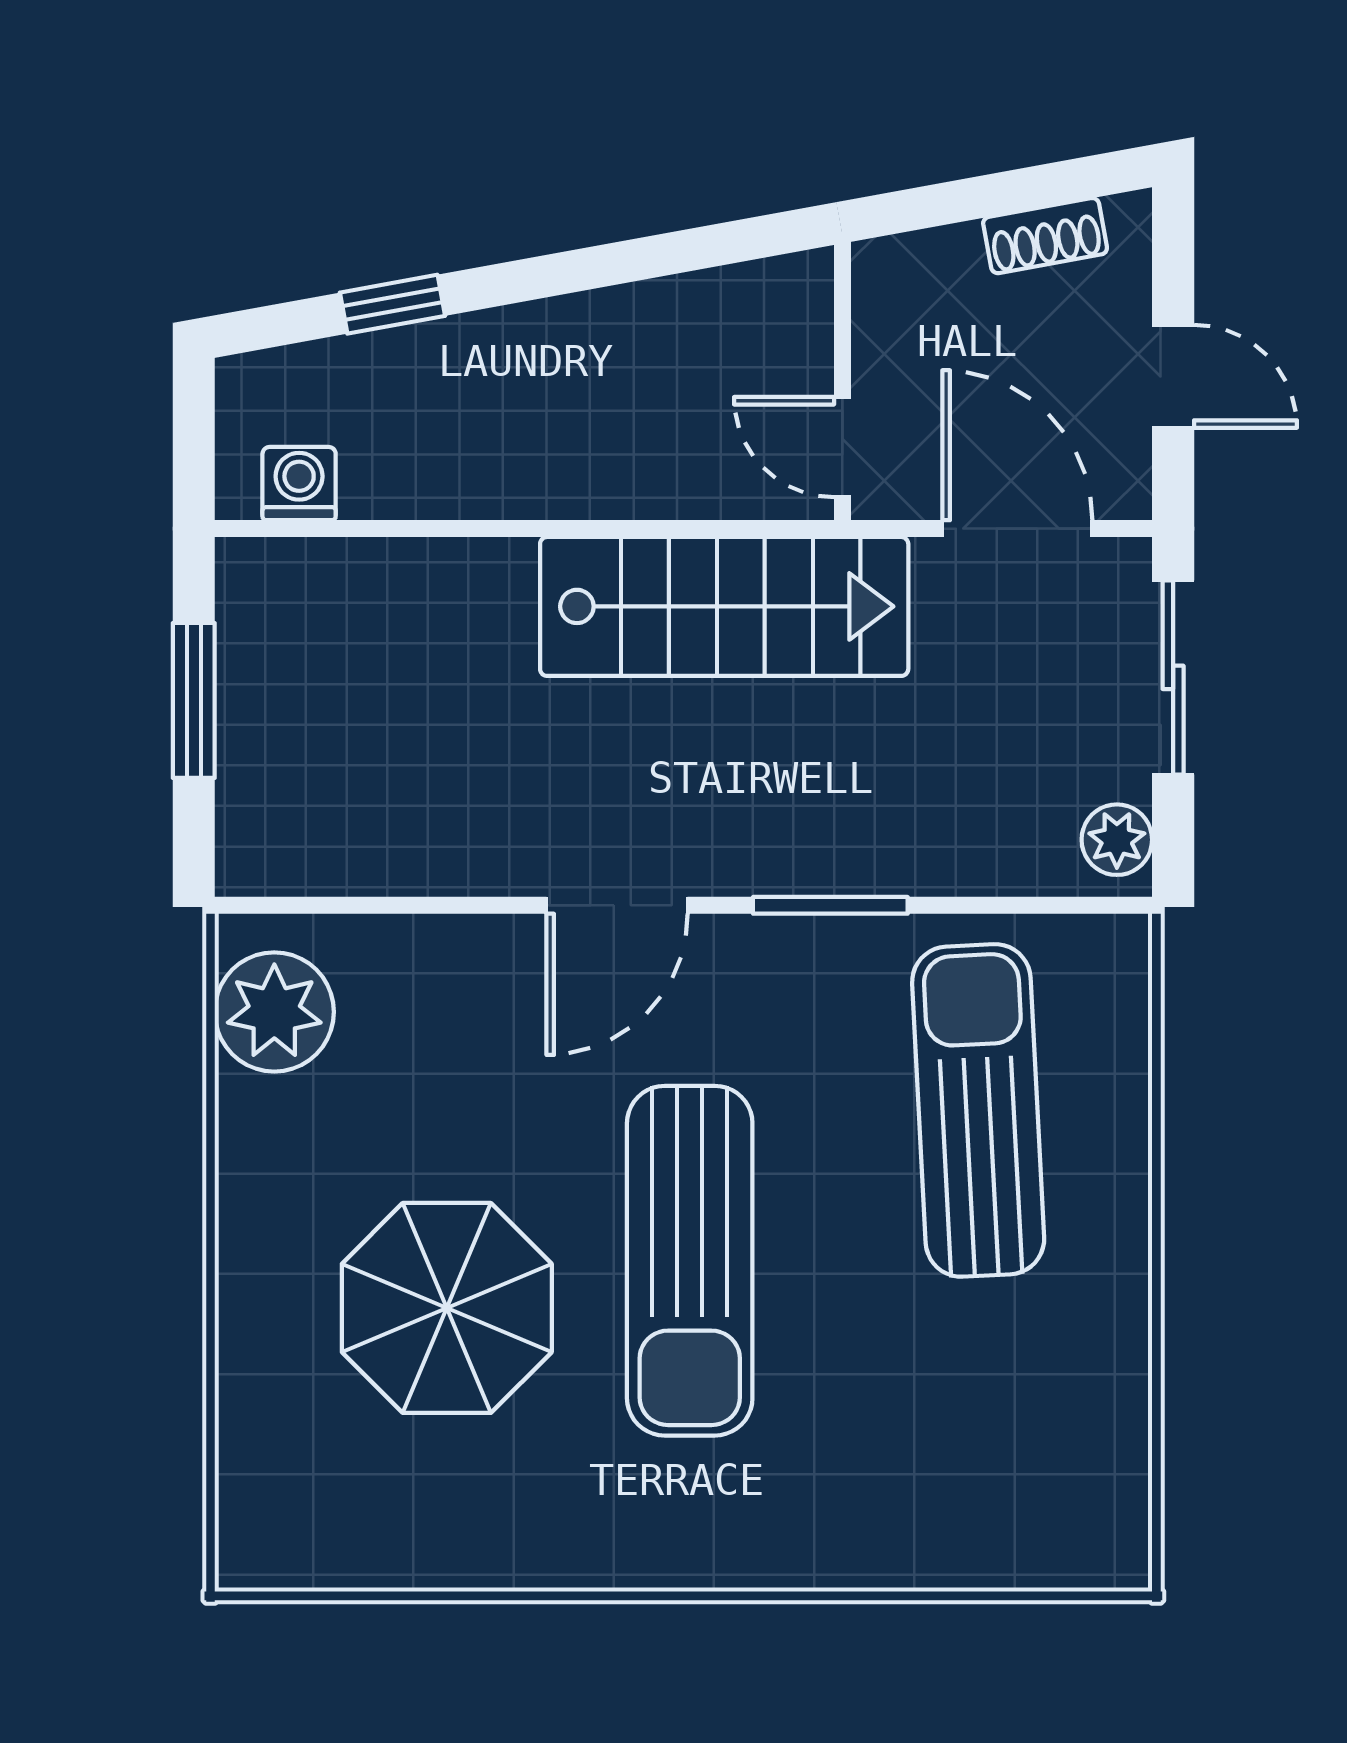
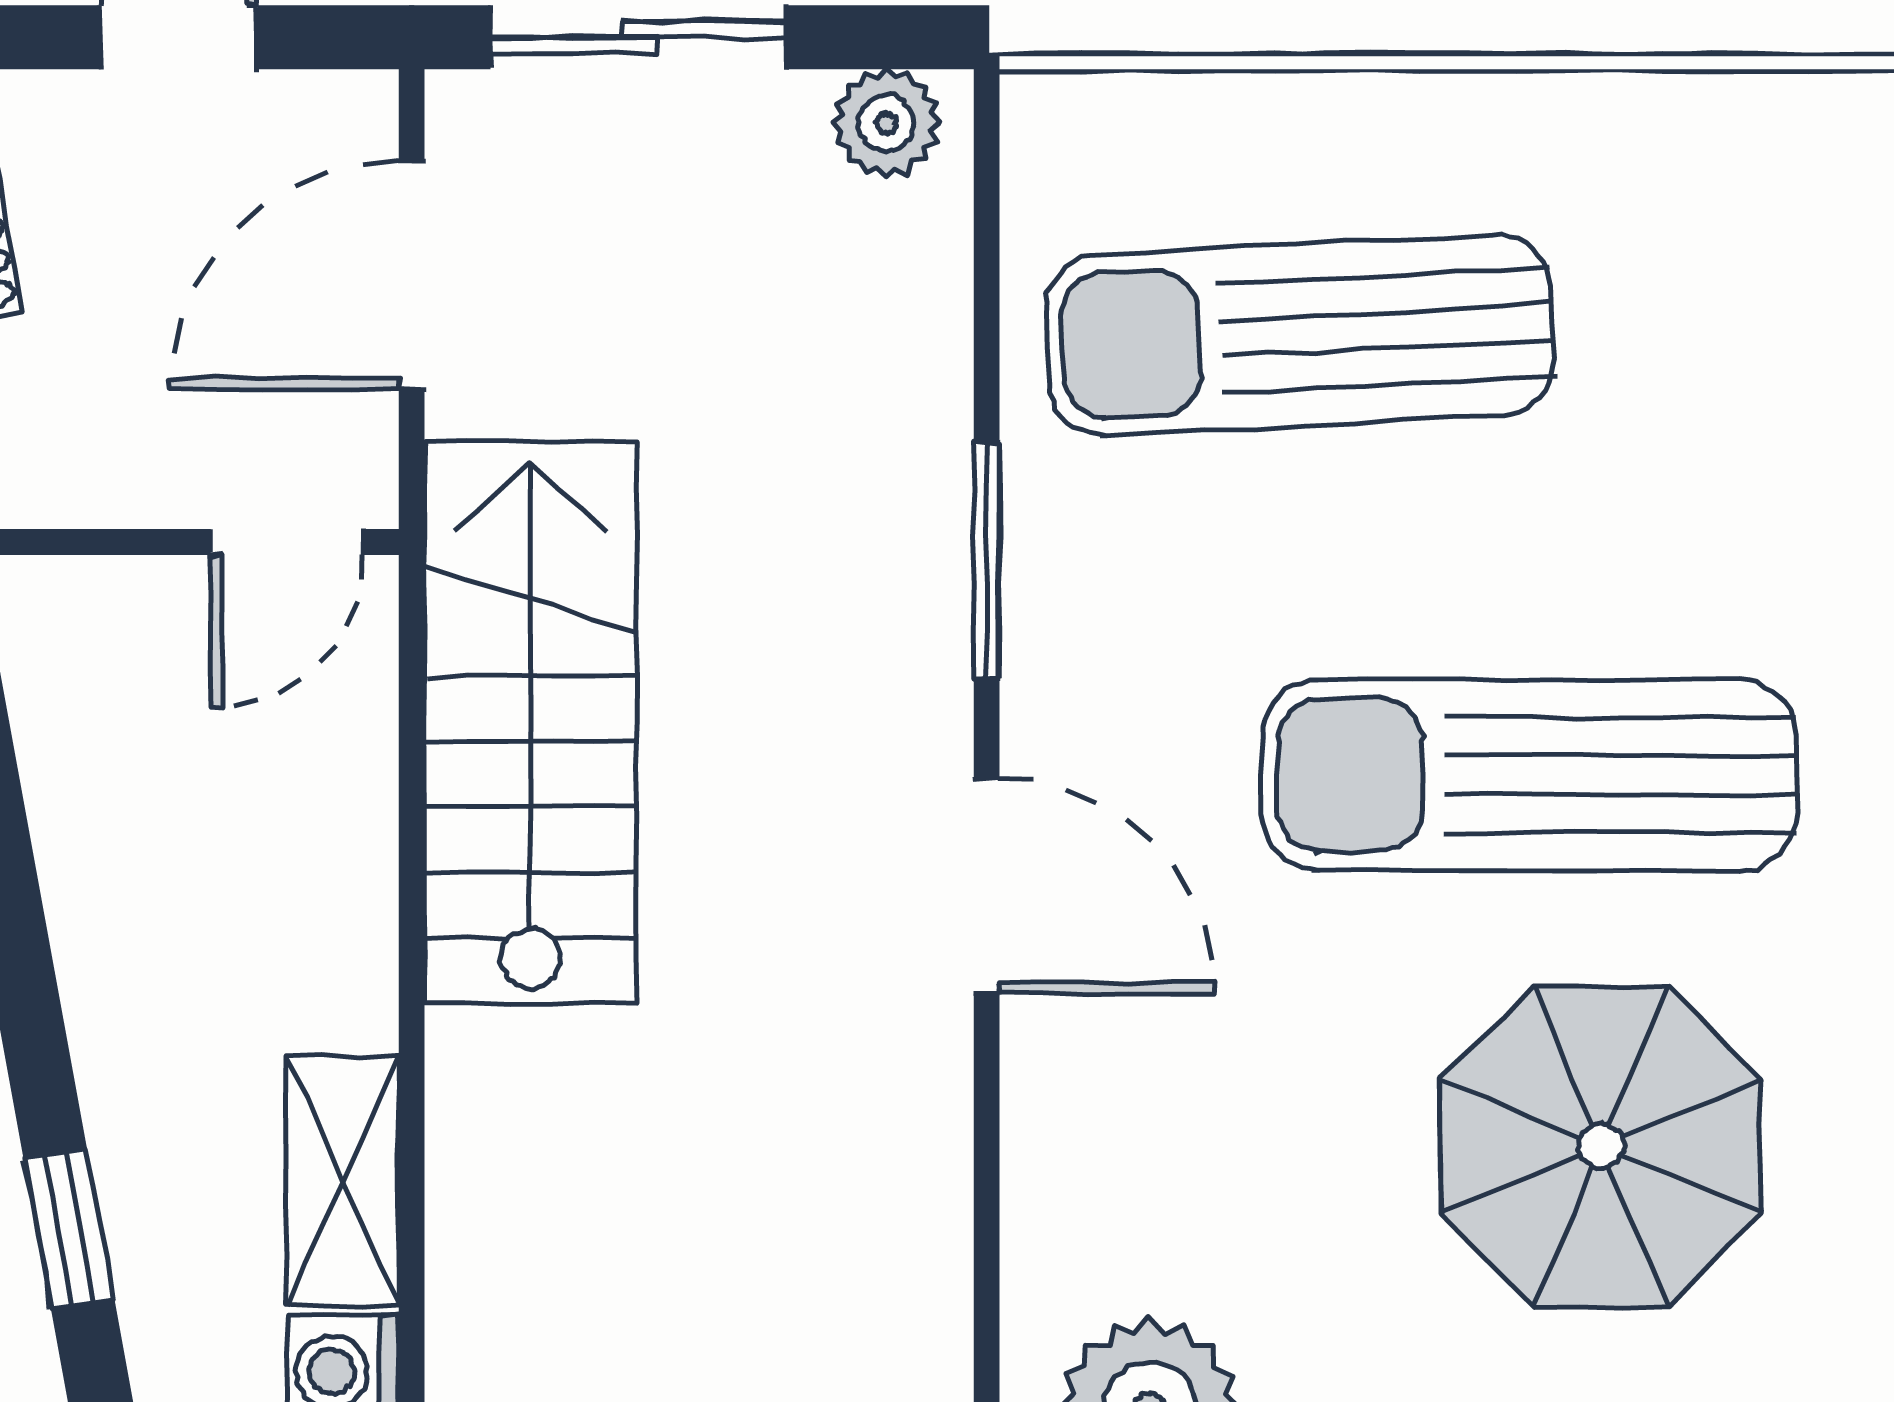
shelving: (424, 483) -> (343, 1181), added
sun lounger: (690, 1261) -> (1529, 775), turned 180

